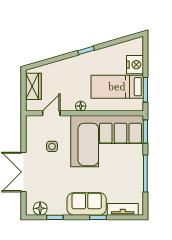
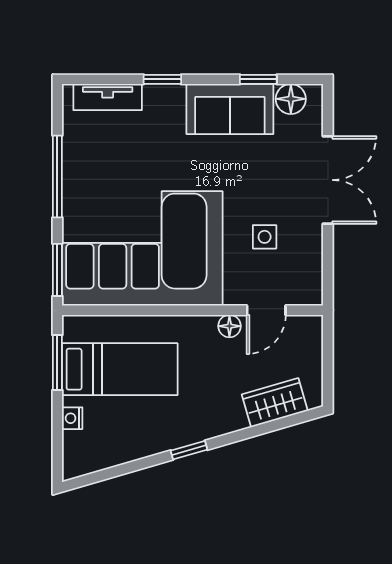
nightstand: (135, 65) -> (72, 418), width x0.53, depth x0.56
wardrobe: (33, 86) -> (275, 403), moved, turned 74
floor lamp: (81, 106) -> (229, 326), moved
sofa: (87, 204) -> (230, 109), moved

